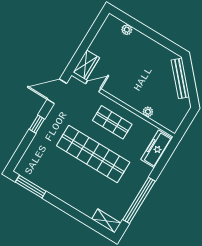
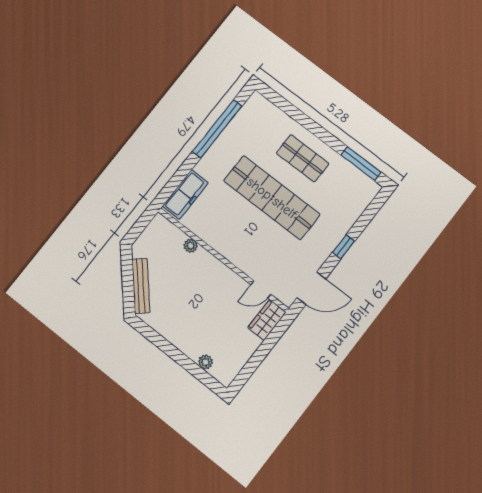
shop shelf: (112, 122) -> (303, 158), moved
shelving: (106, 221) -> (264, 107), removed

